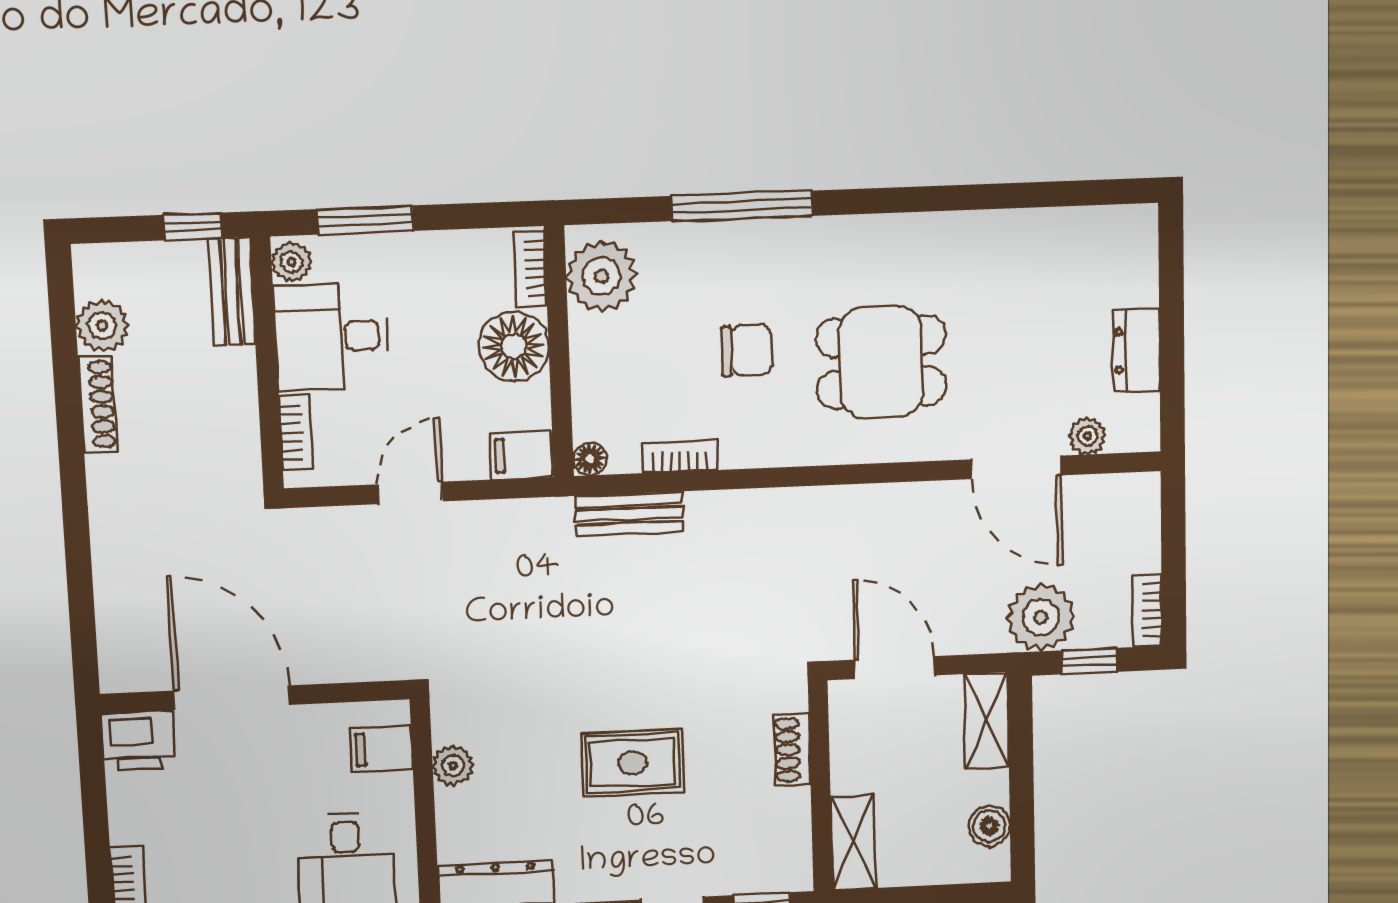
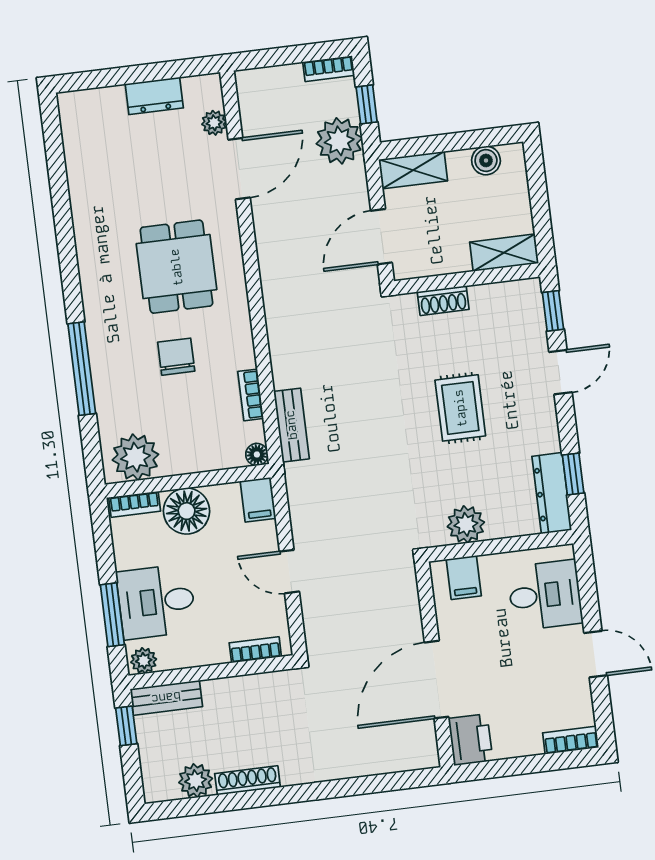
desk: (332, 337) -> (156, 602), moved, turned 90
plant: (453, 766) -> (466, 524), width x1.38, depth x1.38

